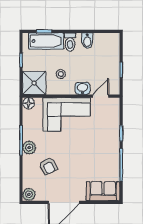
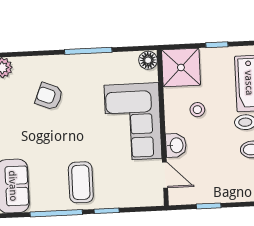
plant: (29, 148) -> (77, 65), removed
coffee table: (103, 149) -> (81, 182), added
armchair: (48, 166) -> (49, 96), turned 51

